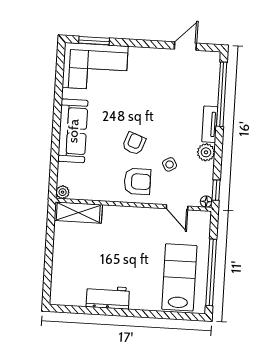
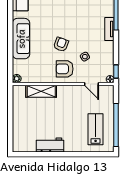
plant: (206, 152) -> (108, 47), removed
armchair: (137, 181) -> (65, 69), turned 180
shelving: (78, 213) -> (41, 91), moved
lab bench: (179, 277) -> (96, 129), width x0.73, depth x0.72

